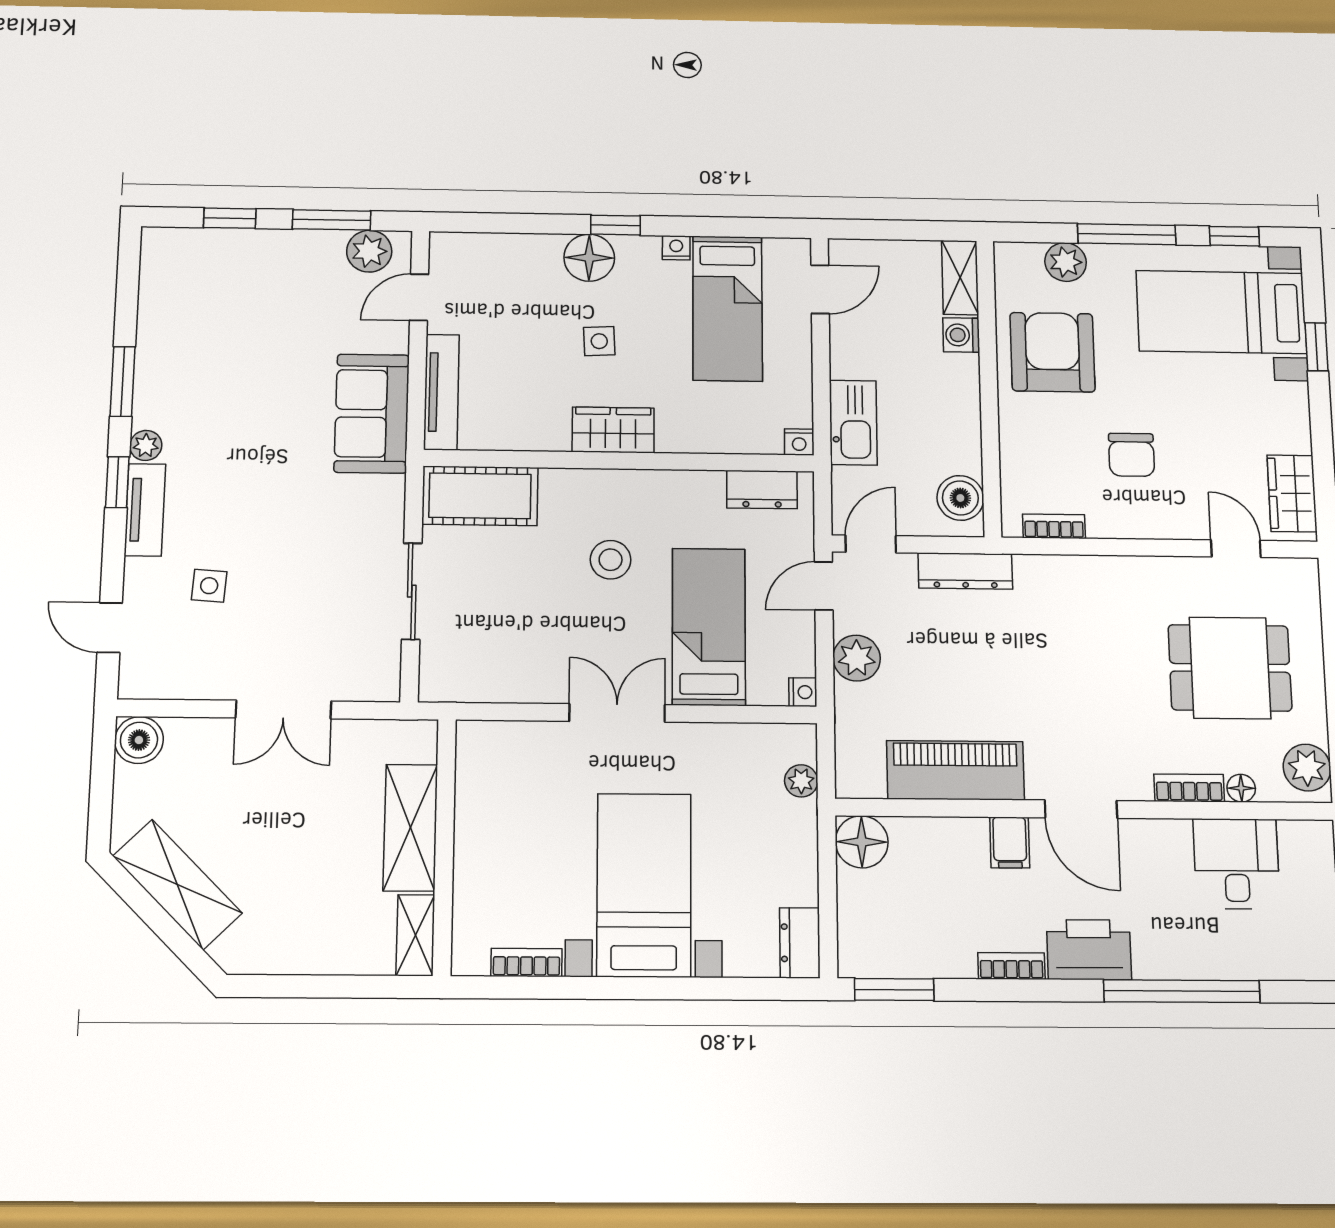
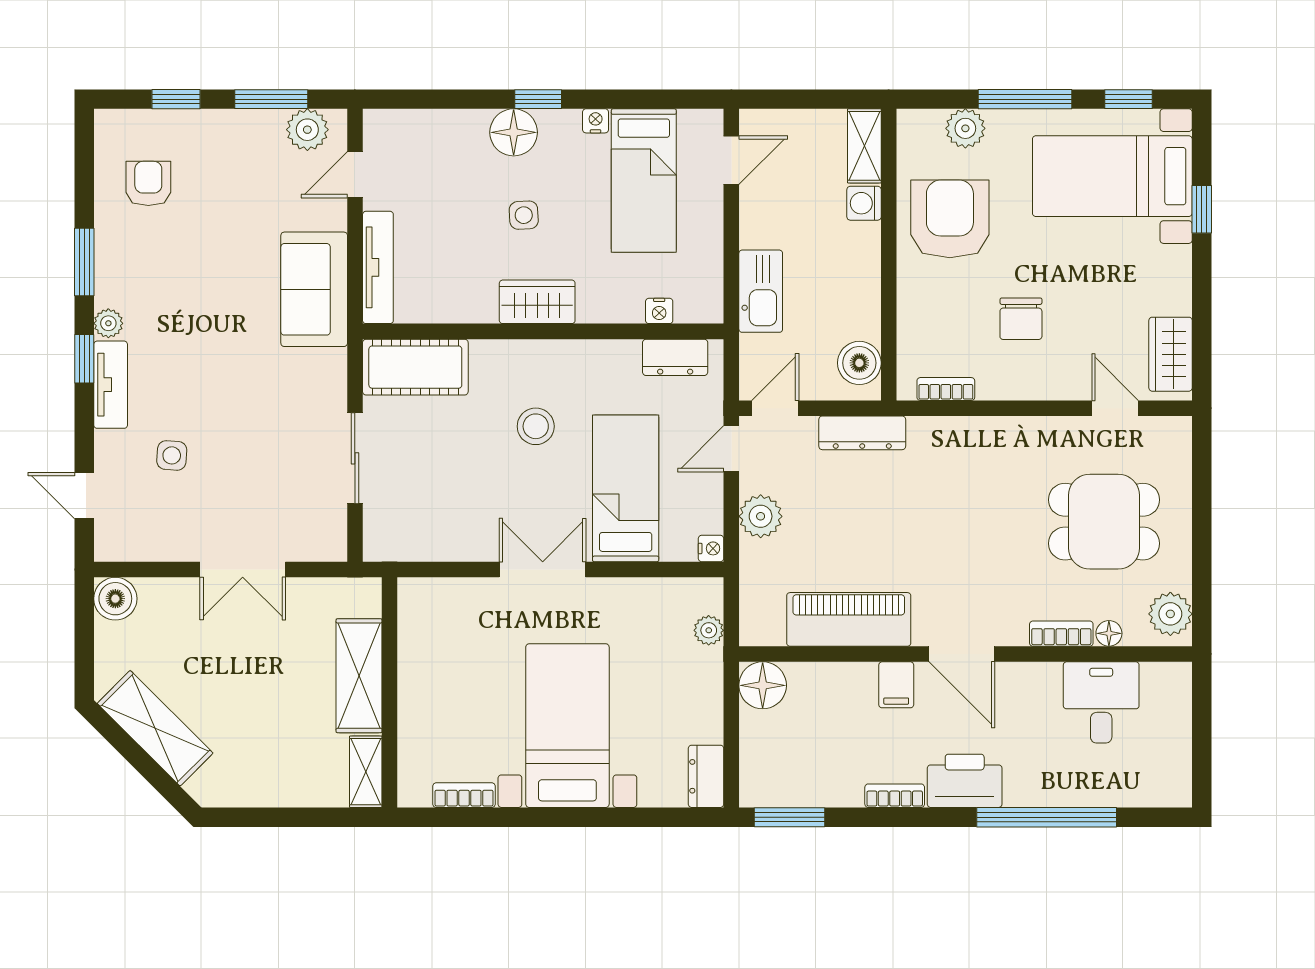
armchair: (196, 302) -> (148, 183), added
nightstand: (799, 442) -> (659, 311), moved

